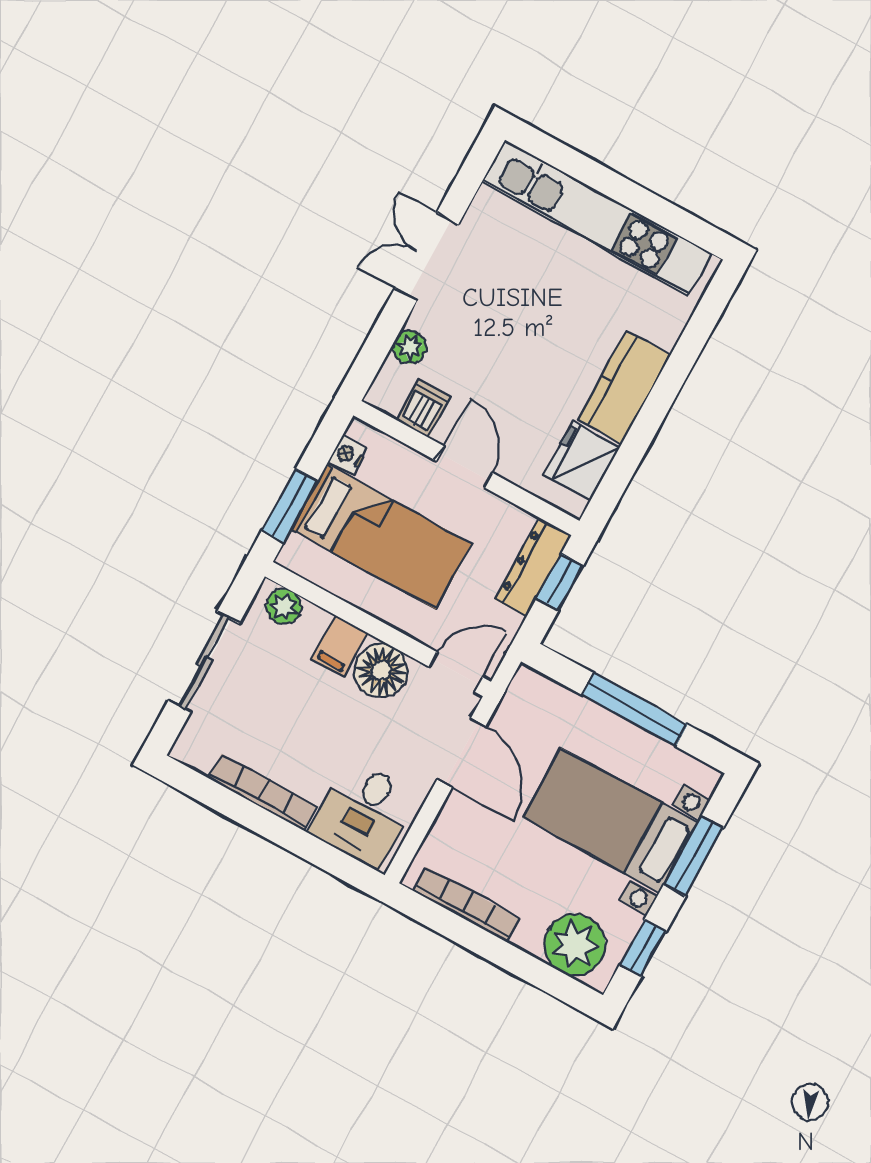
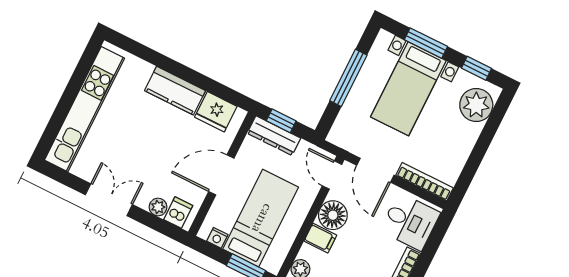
double door: (427, 256) -> (109, 200), swing flipped
dishwasher: (424, 408) -> (178, 213), moved, turned 90
door: (464, 467) -> (221, 175), width x1.38
door: (461, 753) -> (375, 170), swing flipped
bookcase: (466, 905) -> (425, 182), moved, turned 90

